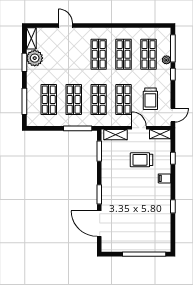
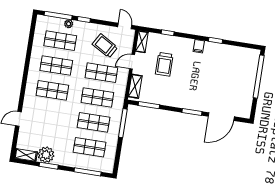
trolley: (150, 99) -> (105, 46), turned -150
filing cabinet: (165, 178) -> (199, 46), moved

